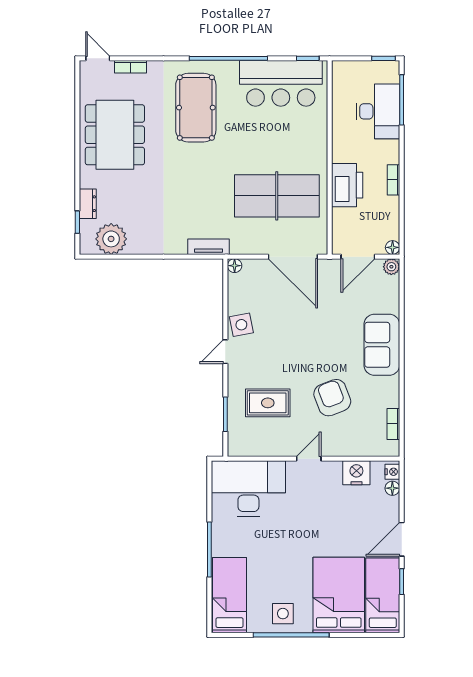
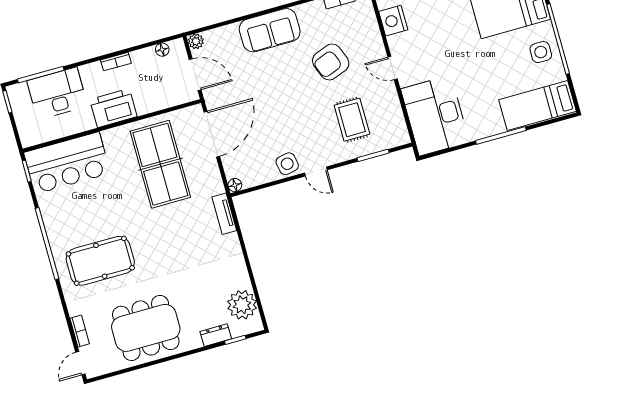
bar counter: (281, 83) -> (67, 163), moved, turned 90
printer: (347, 185) -> (113, 108), moved
floor lamp: (393, 247) -> (162, 50), moved

